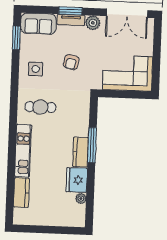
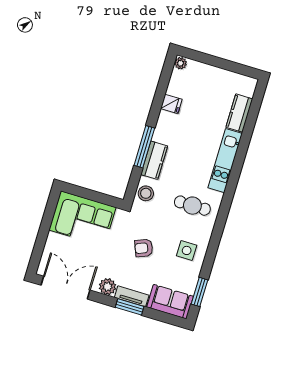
armchair: (71, 62) -> (144, 248), turned -125
stool: (81, 107) -> (146, 193), added
kitchen counter: (81, 152) -> (154, 160), moved
fridge: (77, 180) -> (171, 104), width x0.53, depth x0.75
plant: (81, 199) -> (181, 63), moved

